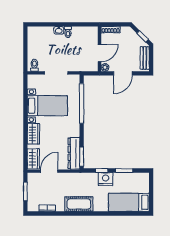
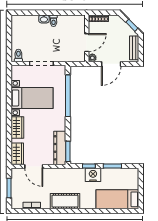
door: (49, 171) -> (34, 167), swing flipped

